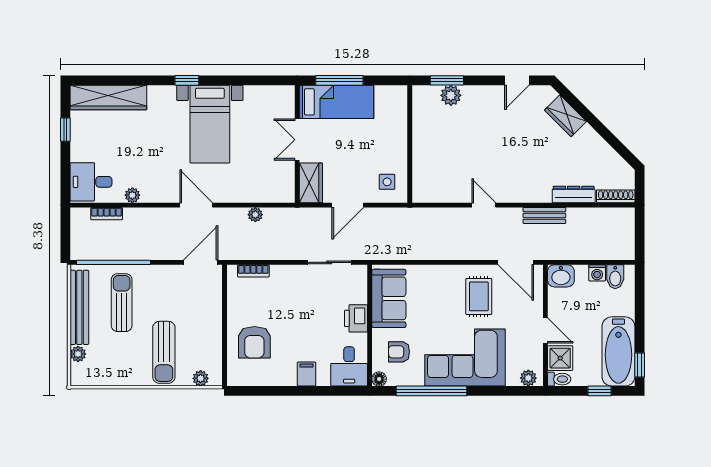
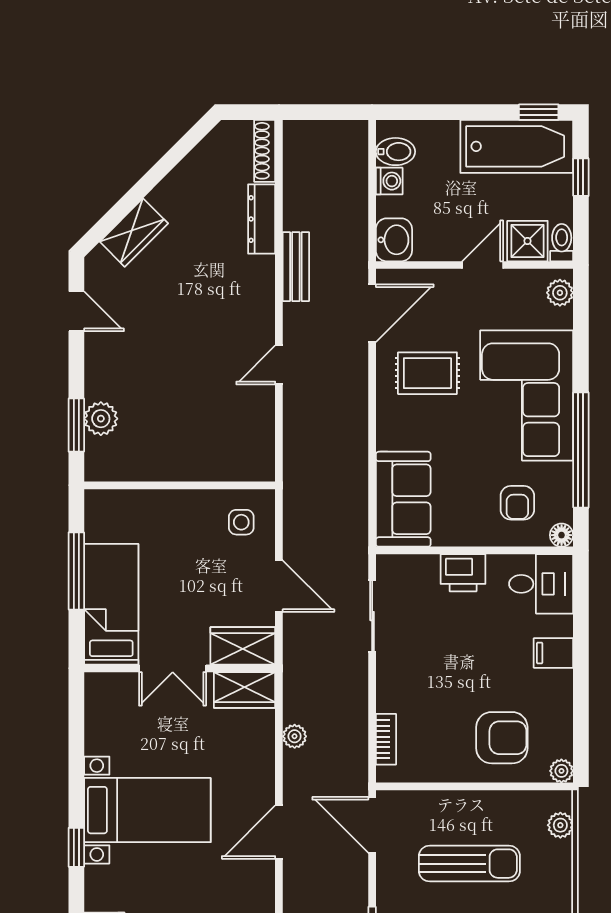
window: (339, 80) -> (76, 571), moved
wardrobe: (284, 184) -> (245, 690), added
sofa: (389, 298) -> (403, 499), moved, turned 90
sun lounger: (164, 352) -> (469, 864), moved
plant: (234, 379) -> (561, 771), added

